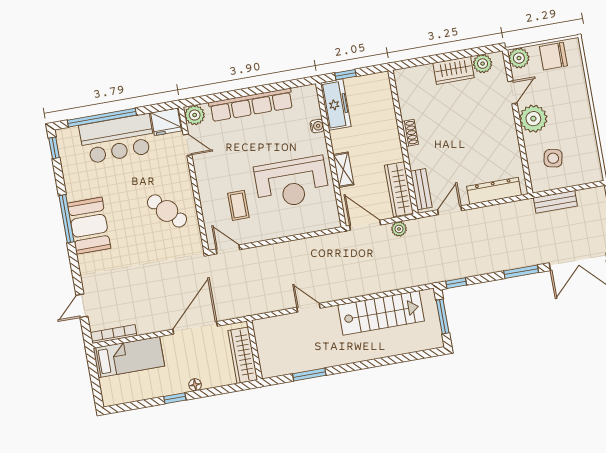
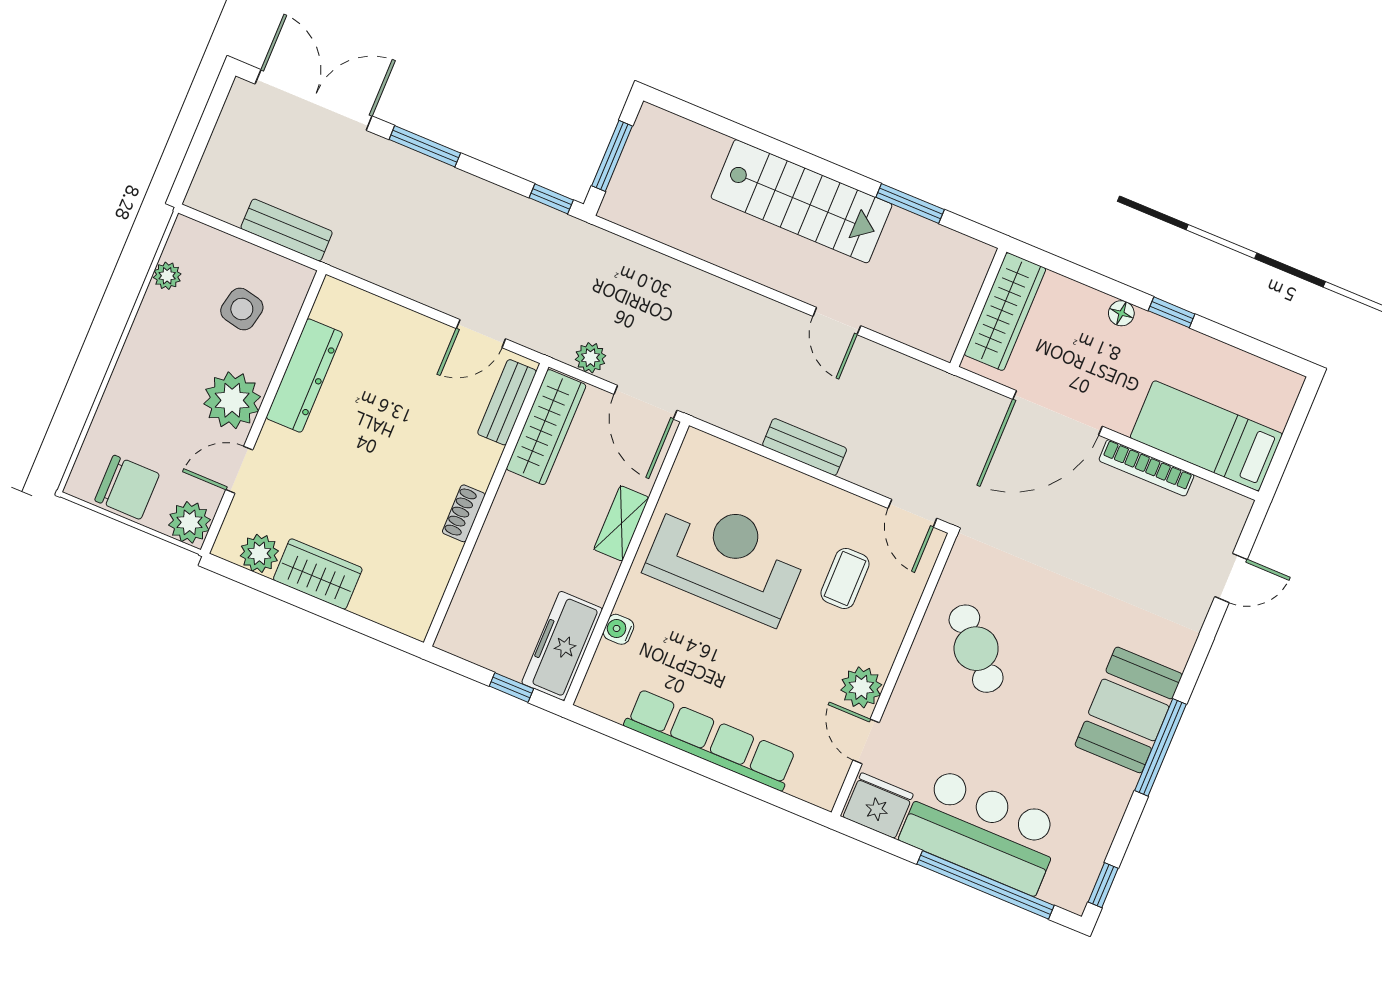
plant: (195, 115) -> (861, 687), moved
plant: (592, 152) -> (167, 276), added
dresser: (494, 191) -> (304, 375), moved, turned -90
bench: (289, 248) -> (805, 447), added
stairs: (381, 313) -> (802, 201), moved, turned 180
bookcase: (114, 334) -> (1146, 468), moved

